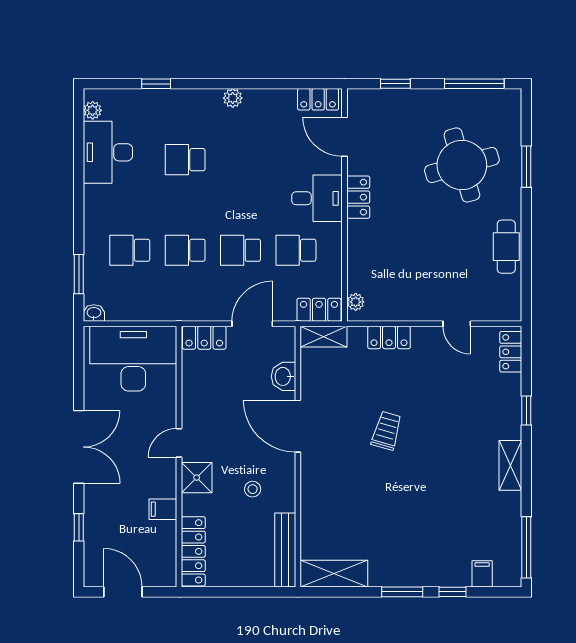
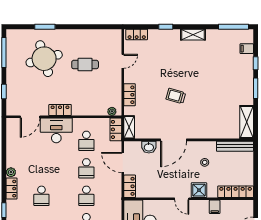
locker: (318, 99) -> (12, 189), moved
desk: (317, 198) -> (56, 130), width x1.37
cafe table: (506, 247) -> (85, 65), moved

